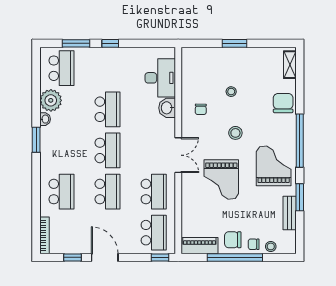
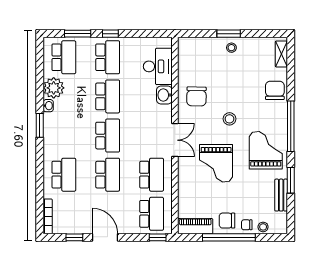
school desk: (108, 68) -> (108, 57), added
stool: (231, 92) -> (231, 48), moved
chair: (201, 109) -> (196, 96), width x1.87, depth x1.87

